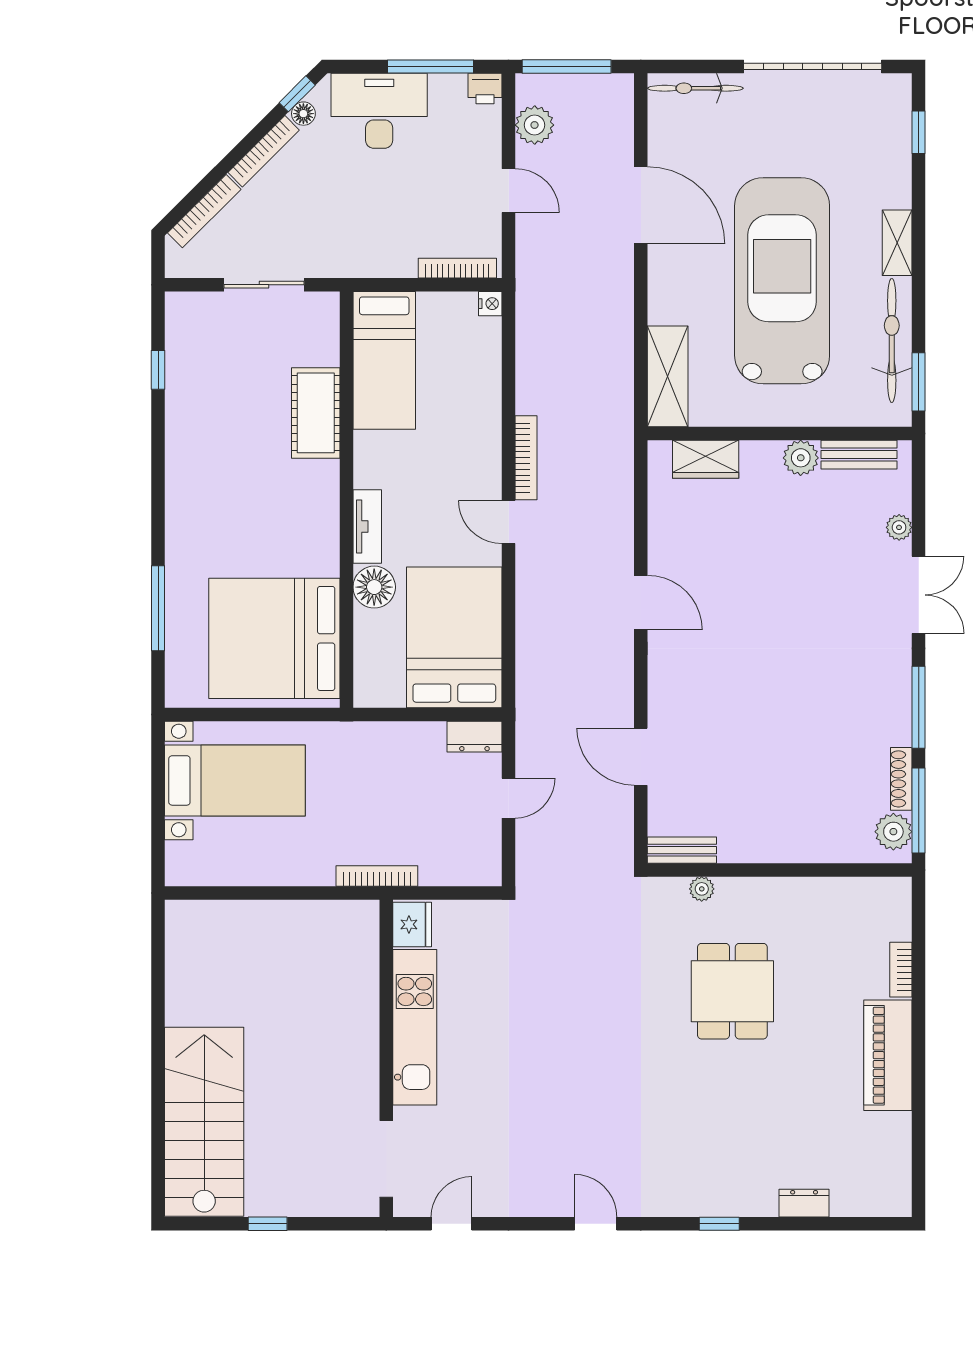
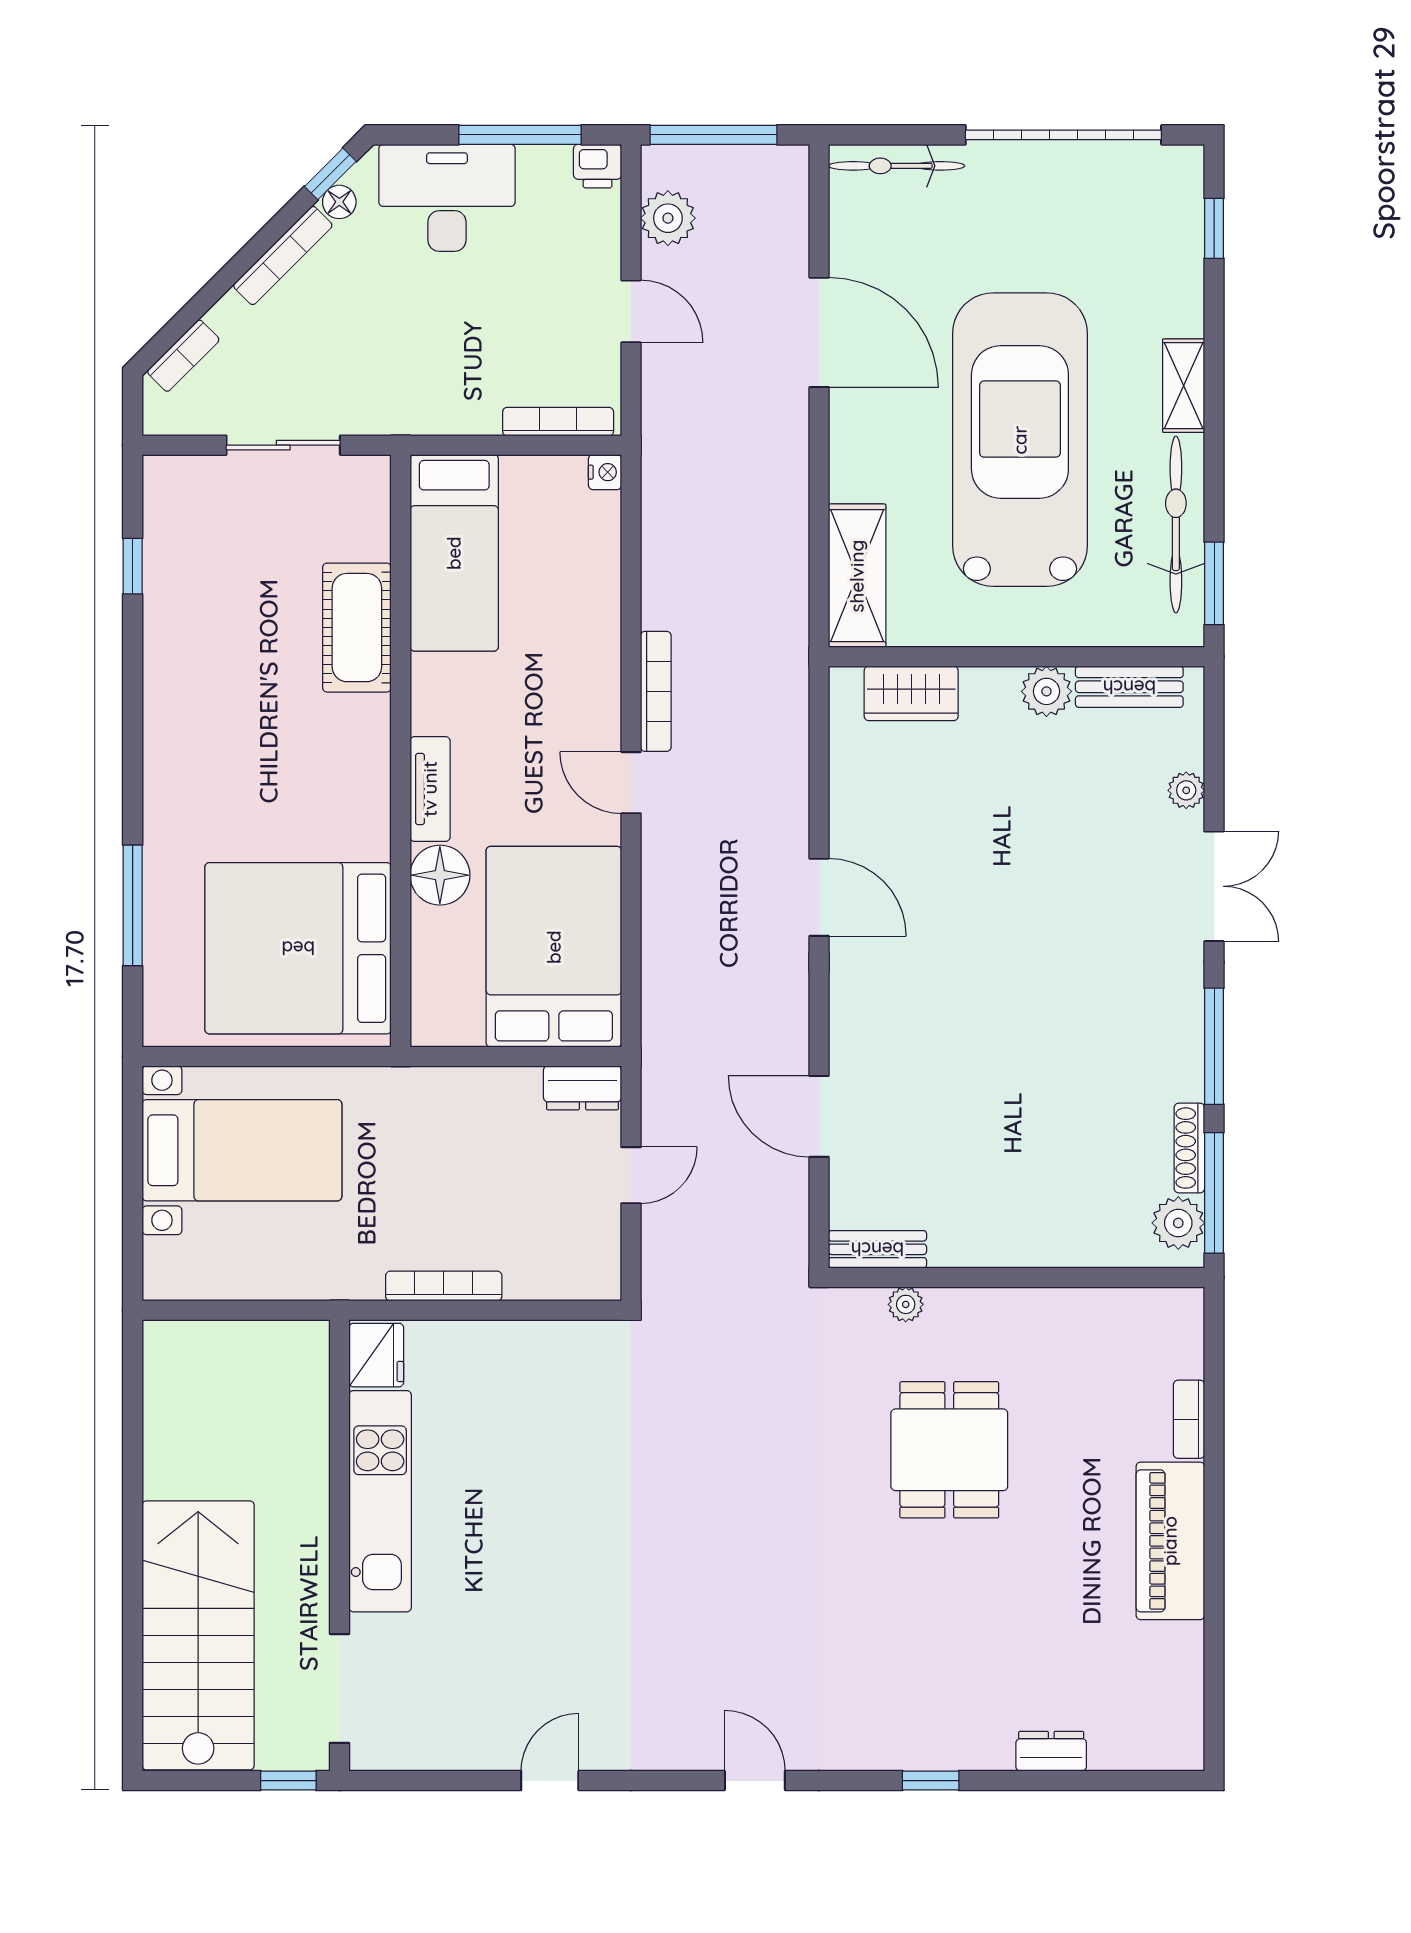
bookcase: (204, 211) -> (183, 356), width x0.64
fridge: (412, 924) -> (376, 1355), moved
kitchen unit: (415, 1027) -> (380, 1501), moved
wall: (386, 1058) -> (339, 1545), moved
doorway: (386, 1159) -> (339, 1688), moved

